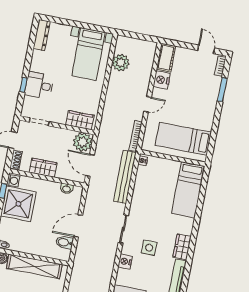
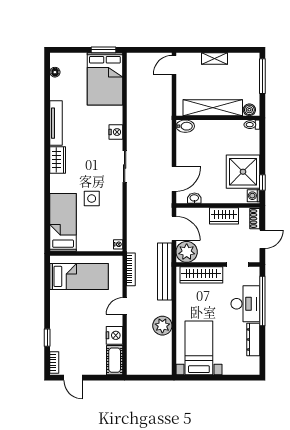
dresser: (42, 35) -> (253, 339), moved
plant: (121, 63) -> (162, 326), moved
window: (23, 85) -> (262, 301), width x3.17
desk: (39, 85) -> (245, 304), width x1.37
window: (222, 90) -> (47, 338), width x0.67
wardrobe: (80, 120) -> (201, 275), width x1.50
bench: (125, 177) -> (165, 272), moved
door: (78, 226) -> (174, 179), moved
bidet: (65, 242) -> (185, 126), moved
side table: (149, 248) -> (92, 199), moved

